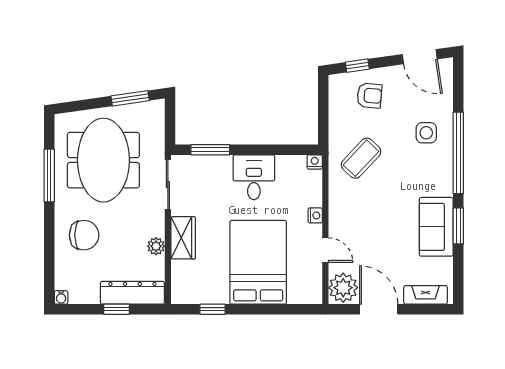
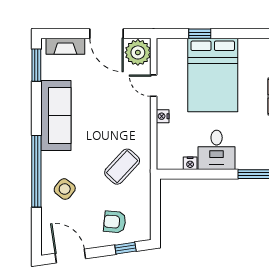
side table: (426, 133) -> (65, 189), turned 38
nightstand: (315, 162) -> (190, 163), moved
window: (458, 226) -> (36, 65), moved
sofa: (436, 227) -> (56, 115), width x1.36
window: (213, 309) -> (200, 34), moved

